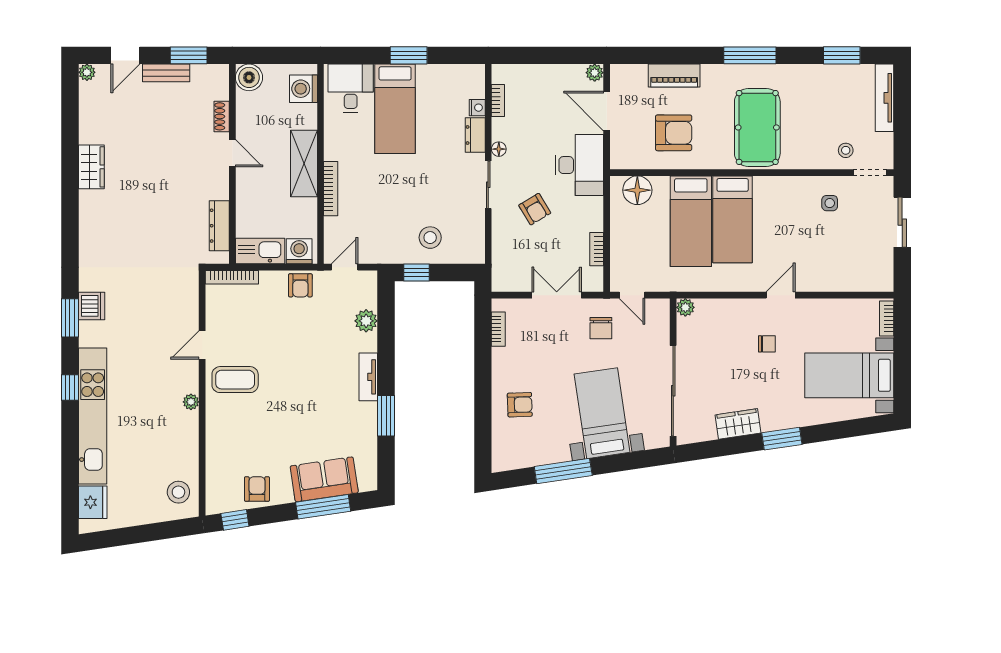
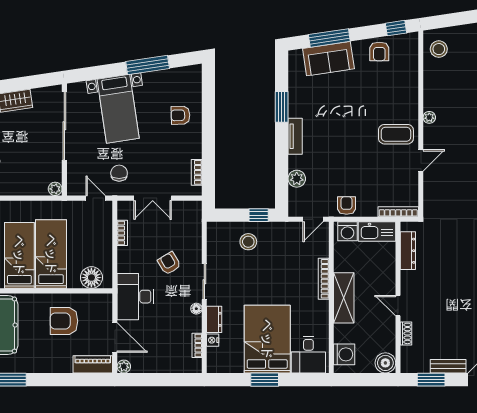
piano: (674, 76) -> (93, 364), moved
bed: (395, 109) -> (267, 339), width x1.50

